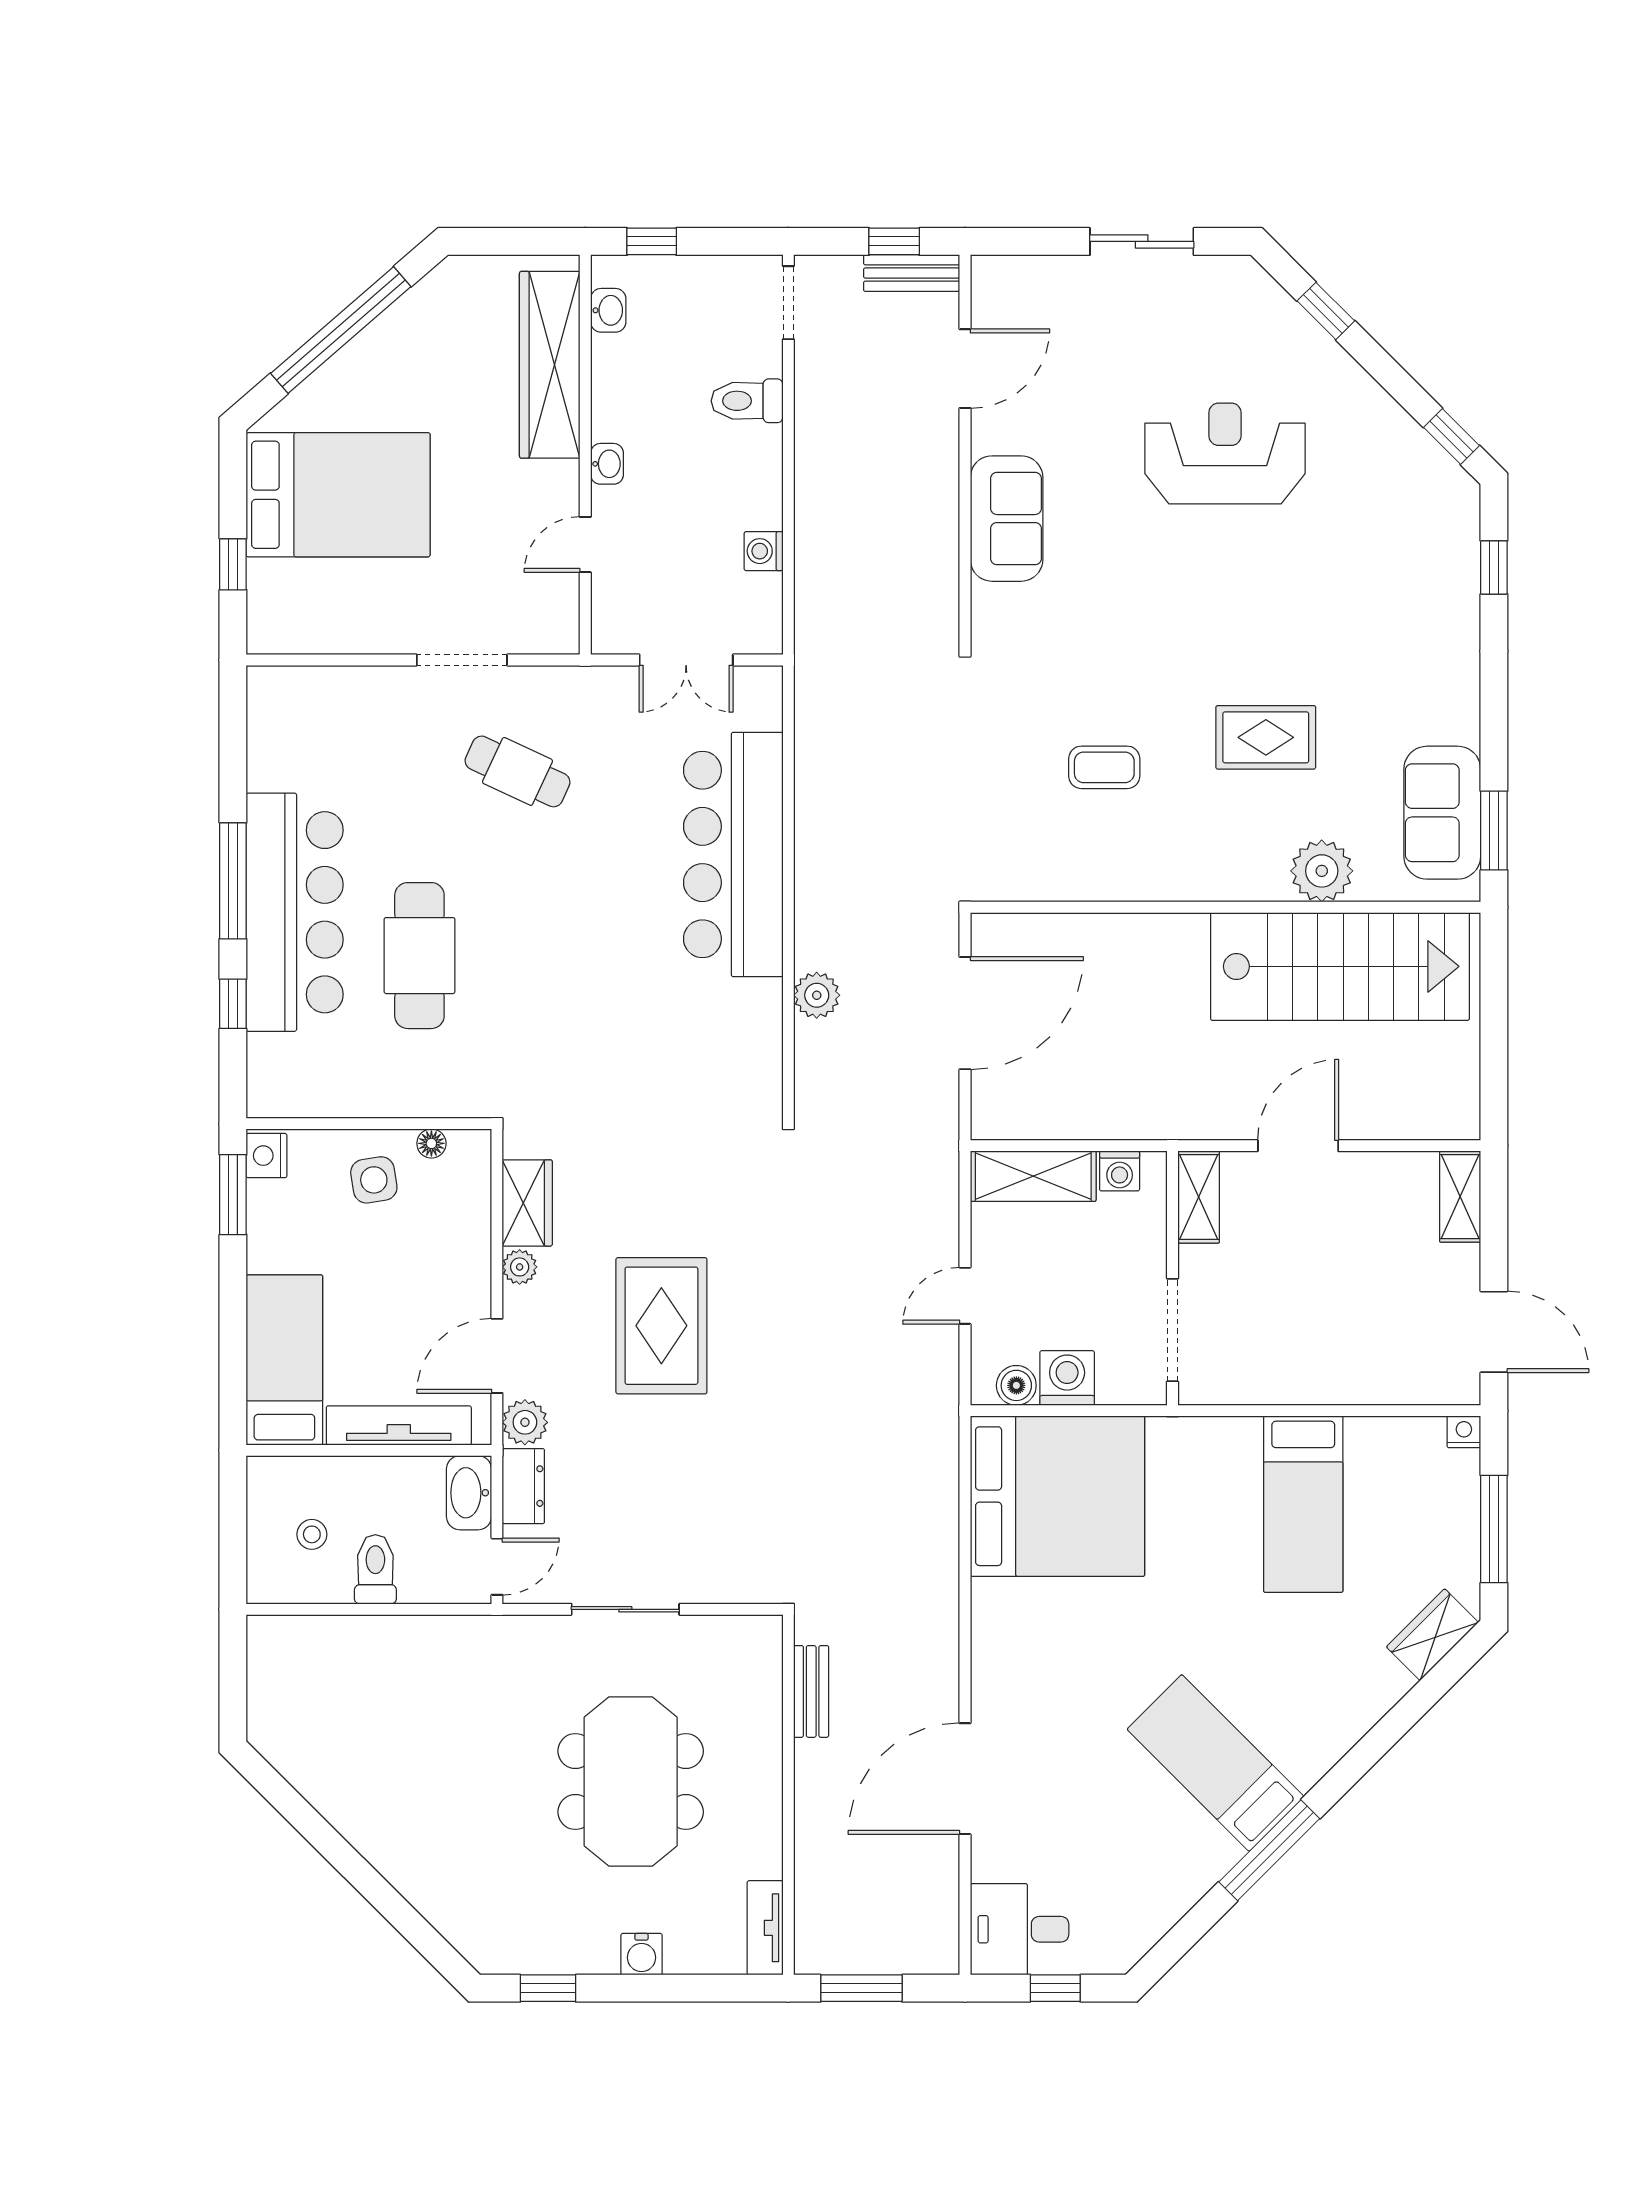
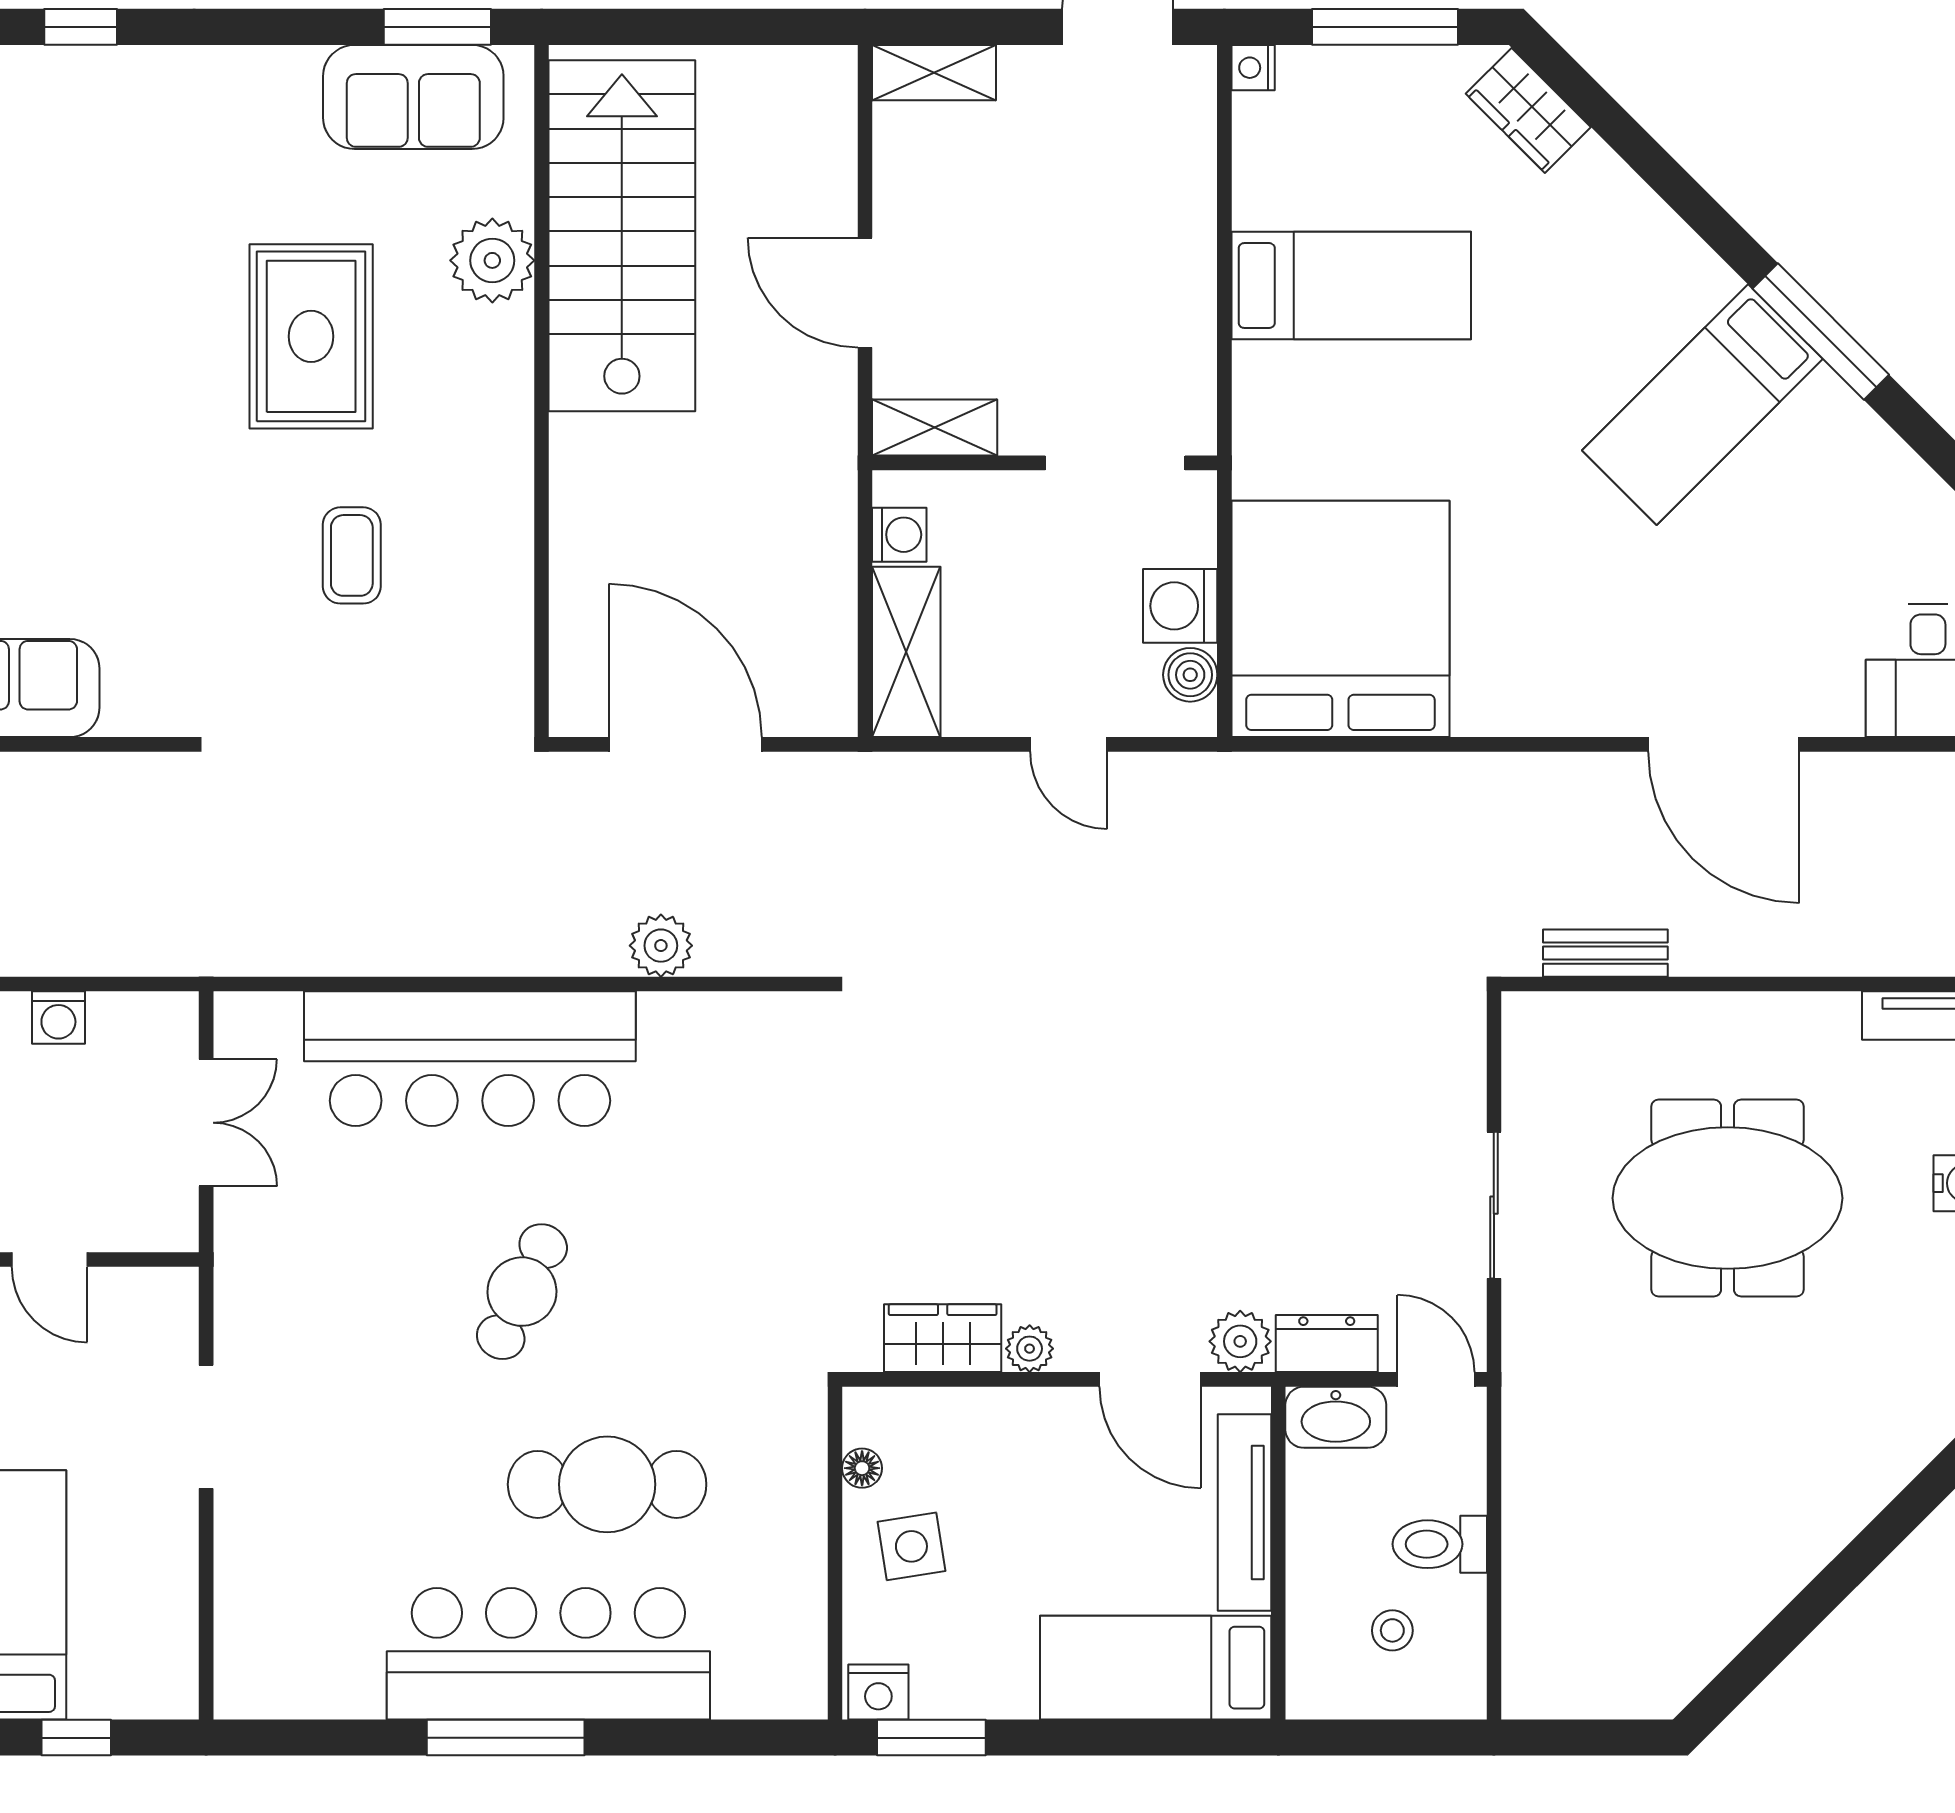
rug: (1266, 737) -> (311, 336), width x1.36, depth x1.43
cafe table: (518, 771) -> (522, 1292), moved
window: (233, 1004) -> (673, 1738), removed
rug: (661, 1326) -> (1109, 1156), removed

